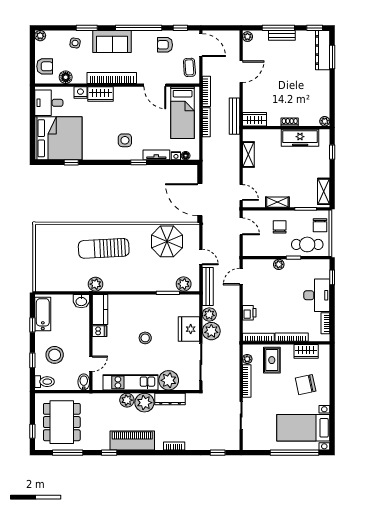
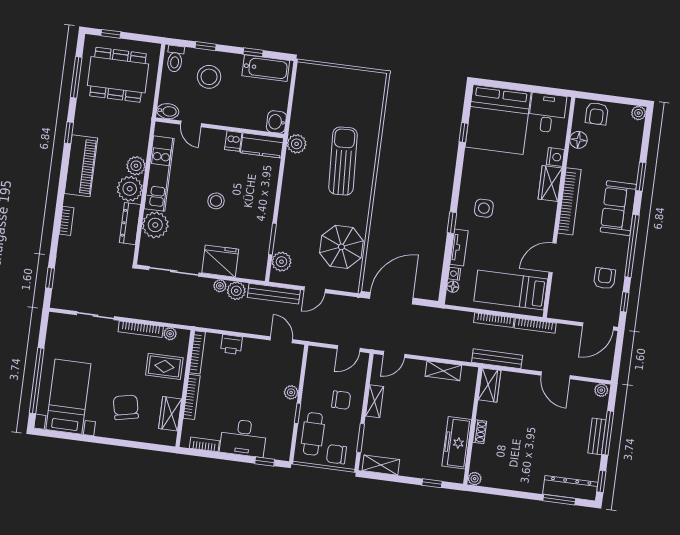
side table: (75, 43) -> (623, 158), removed
coffee table: (189, 67) -> (570, 307), removed
plant: (211, 331) -> (220, 286), width x0.53, depth x0.53

